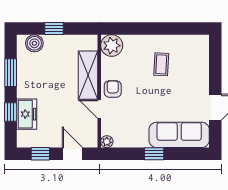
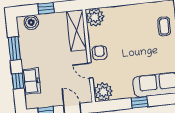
coffee table: (161, 64) -> (164, 26), moved
shelving: (88, 75) -> (77, 30), moved
plant: (107, 142) -> (103, 92), width x1.88, depth x1.88

